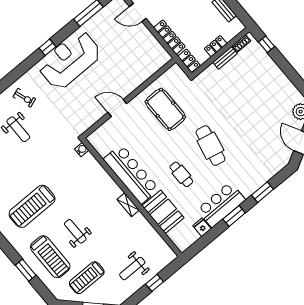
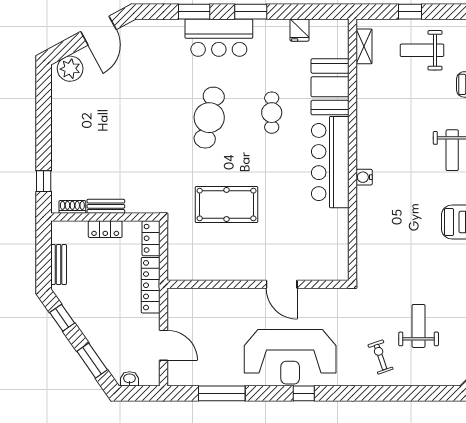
wall: (129, 98) -> (258, 284), moved
door: (117, 108) -> (282, 284), moved
pool table: (165, 109) -> (227, 205), turned 90
water cooler: (82, 149) -> (364, 177), moved
shelving: (128, 205) -> (364, 46), moved
bar counter: (221, 205) -> (219, 38), moved
weight bench: (132, 269) -> (422, 50), turned 180

